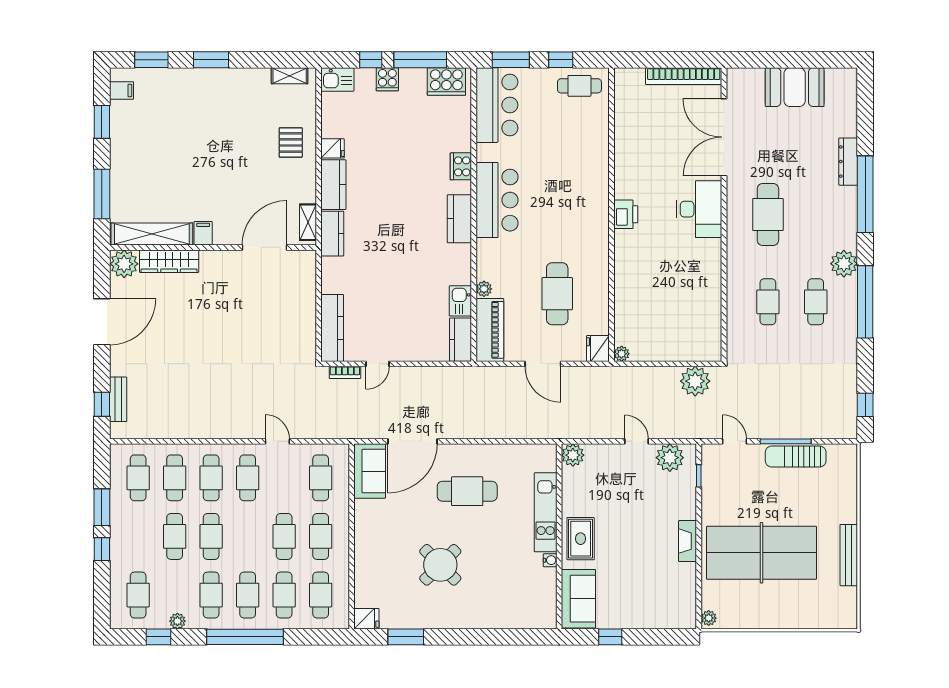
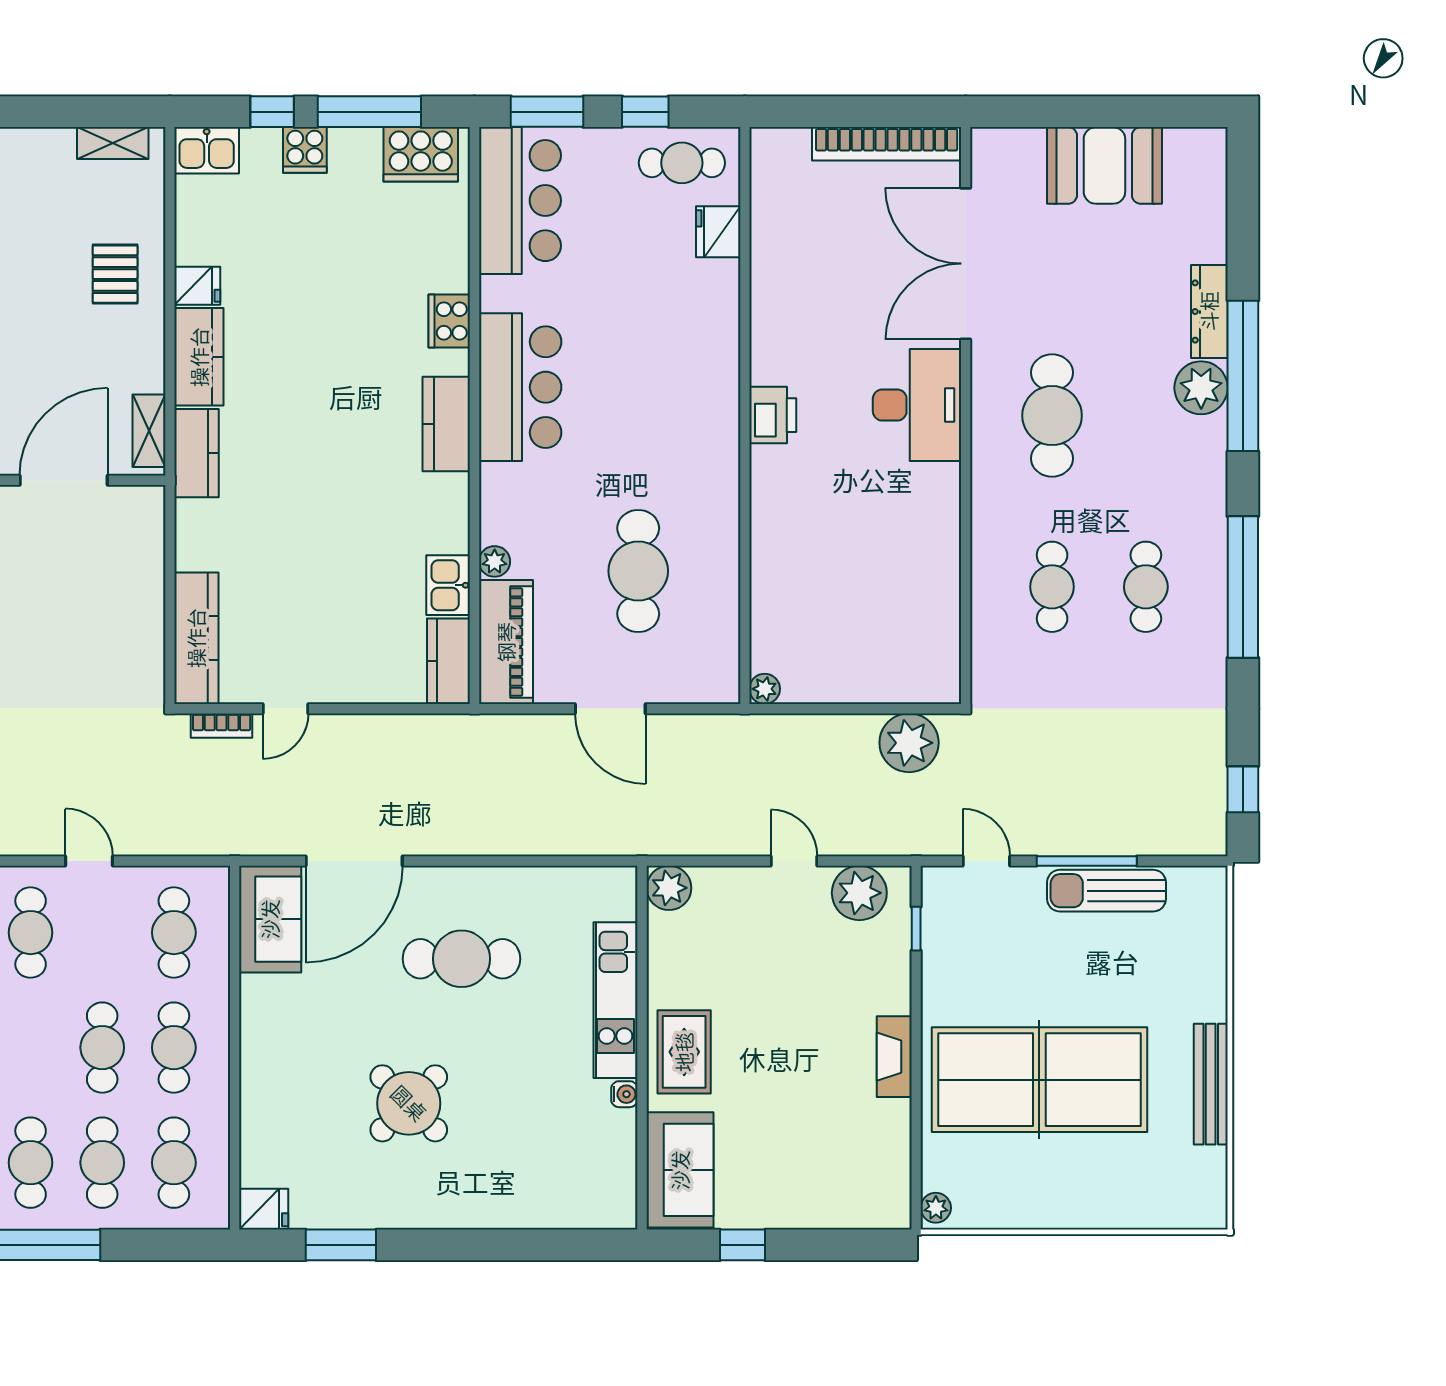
plant: (844, 264) -> (1201, 388), moved
fridge: (598, 348) -> (718, 232), moved

